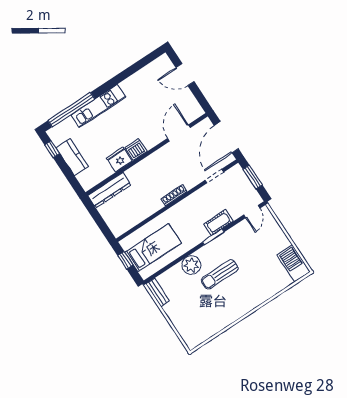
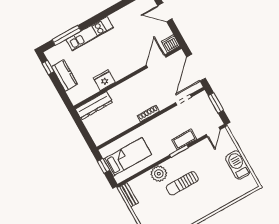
window: (71, 110) -> (67, 35), width x0.68
dishwasher: (136, 150) -> (171, 44), moved
barbecue: (294, 263) -> (238, 165), moved

